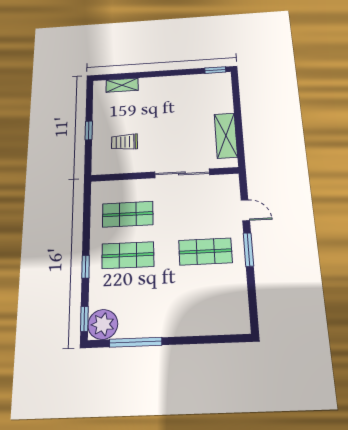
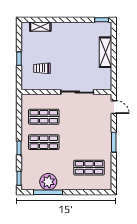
shelving: (226, 136) -> (105, 52), moved
door: (245, 210) -> (114, 107), moved
shop shelf: (205, 251) -> (89, 168), moved
plant: (103, 324) -> (48, 182), moved

